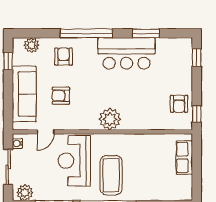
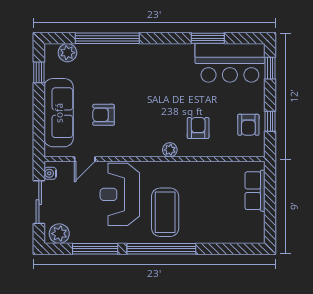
window: (86, 33) -> (107, 38), moved
bar counter: (127, 53) -> (230, 63), moved
armchair: (64, 57) -> (198, 128), moved
window: (197, 114) -> (270, 121), moved
plant: (110, 119) -> (170, 150), width x0.53, depth x0.53

